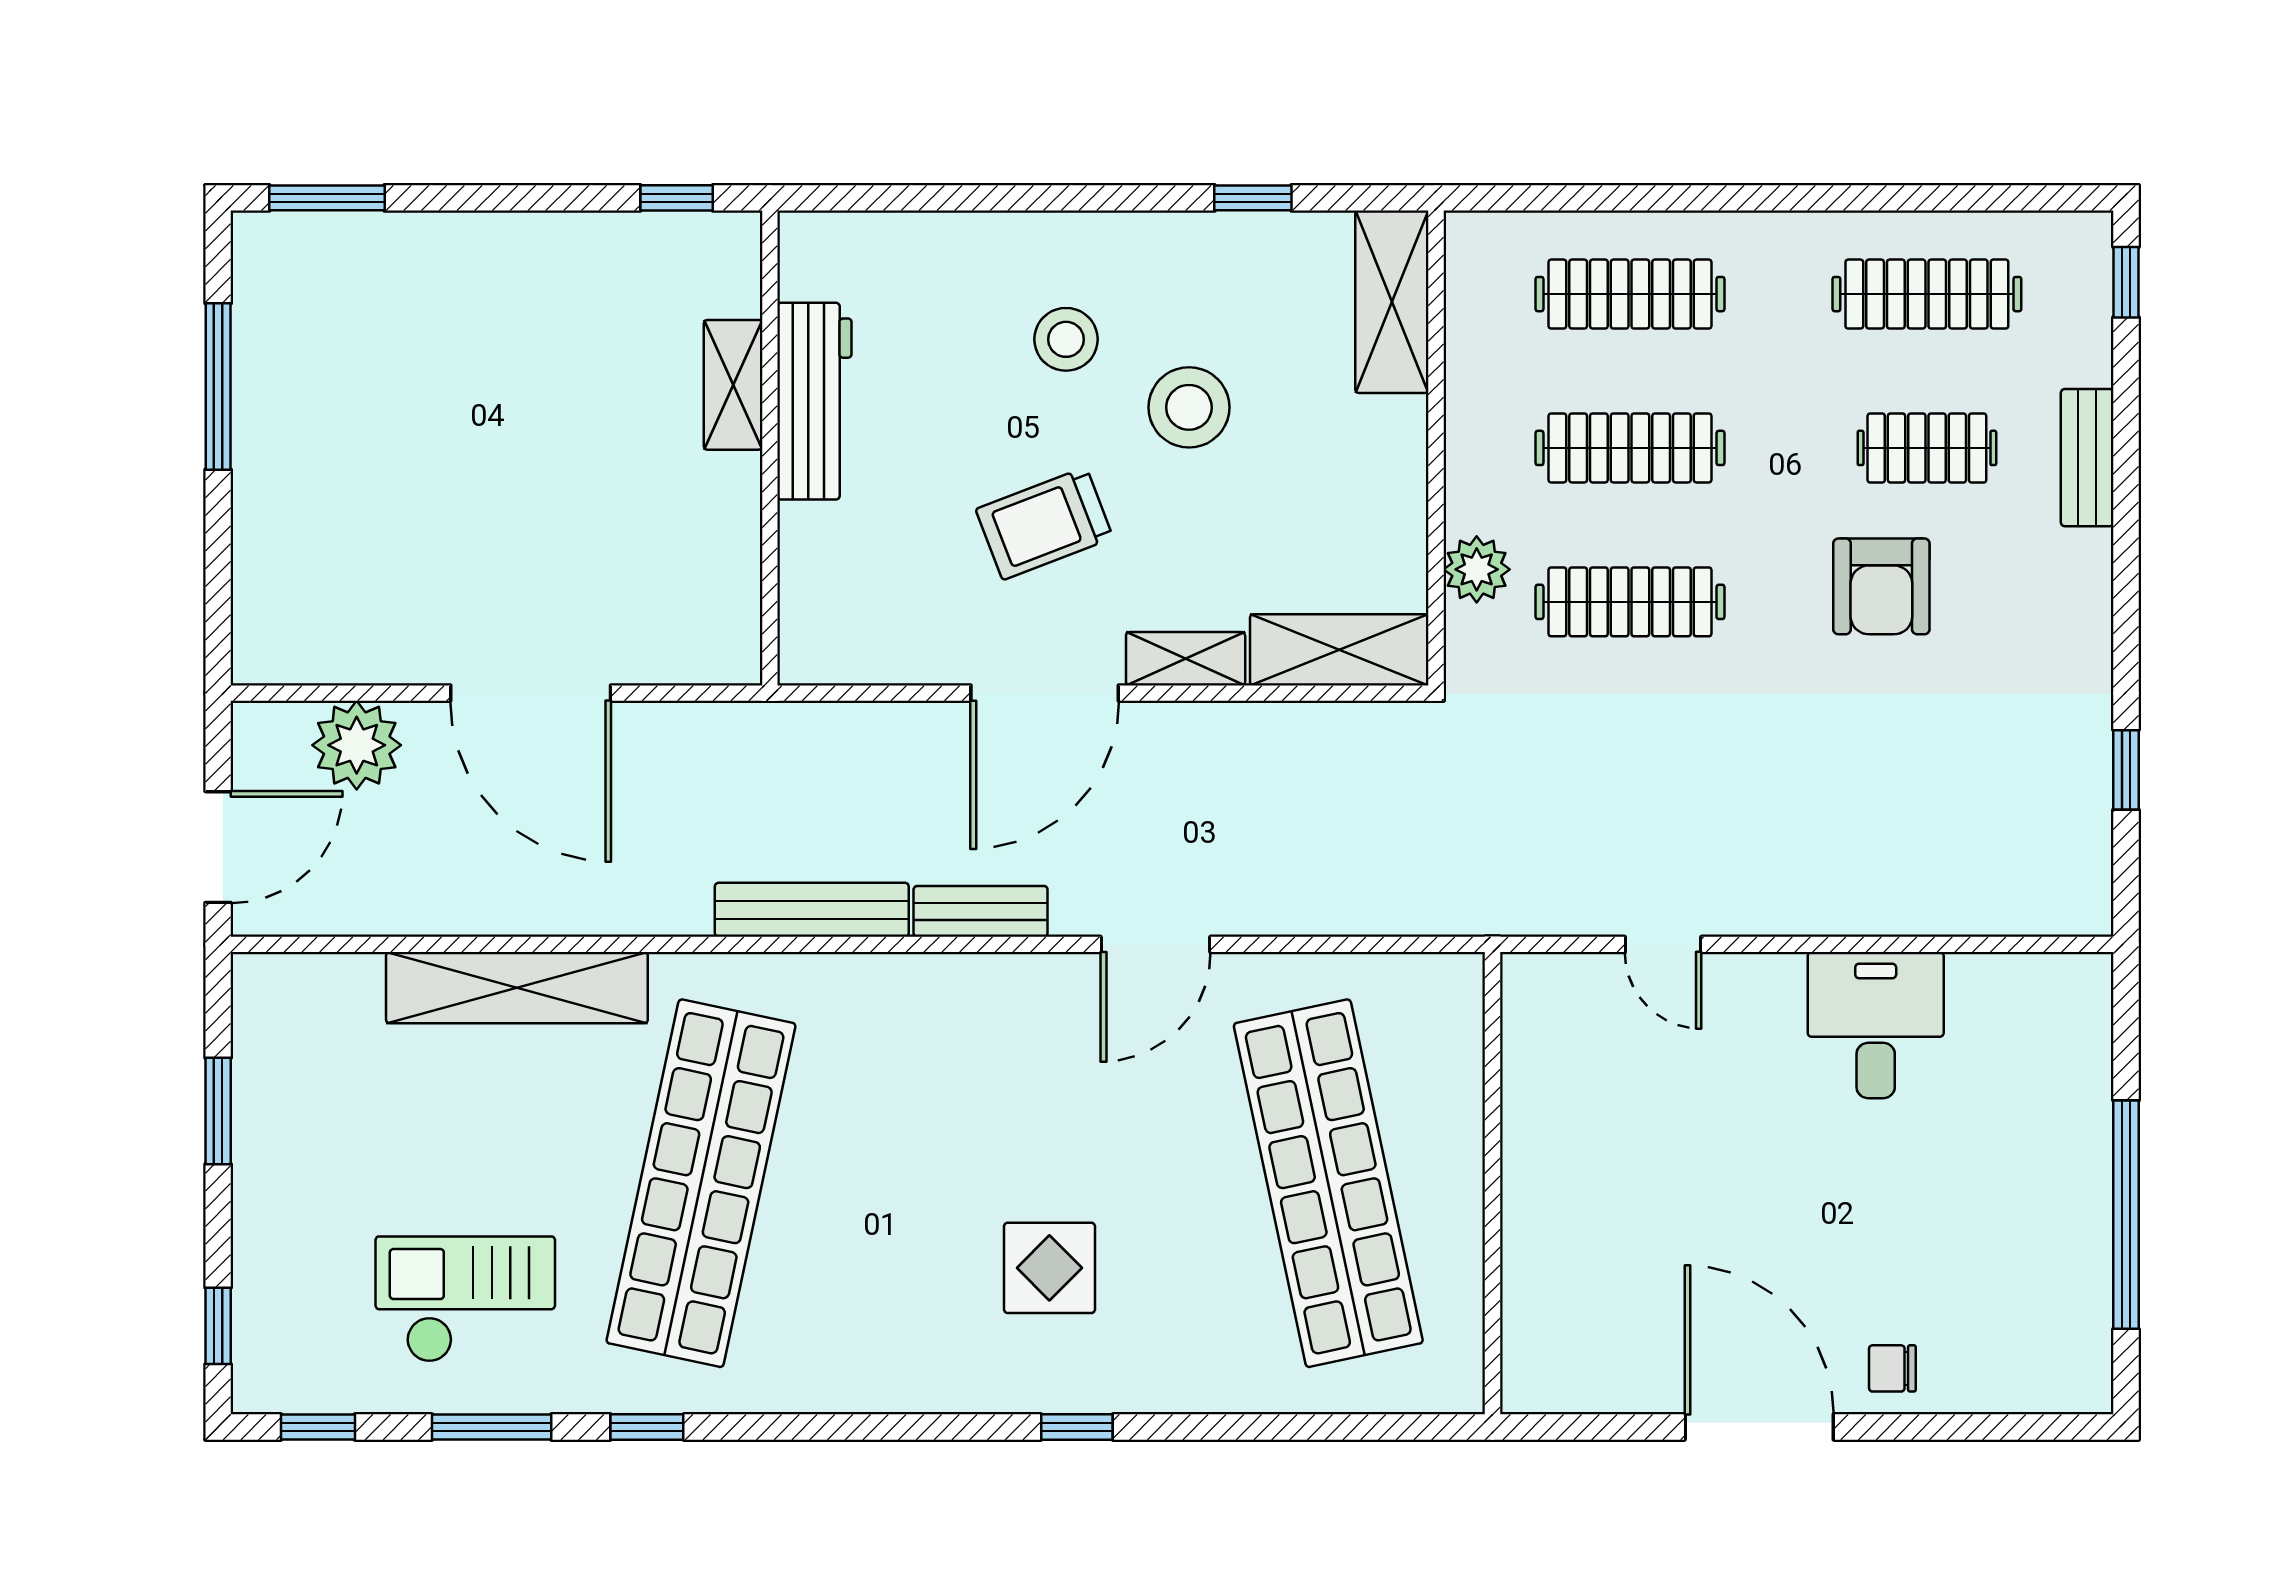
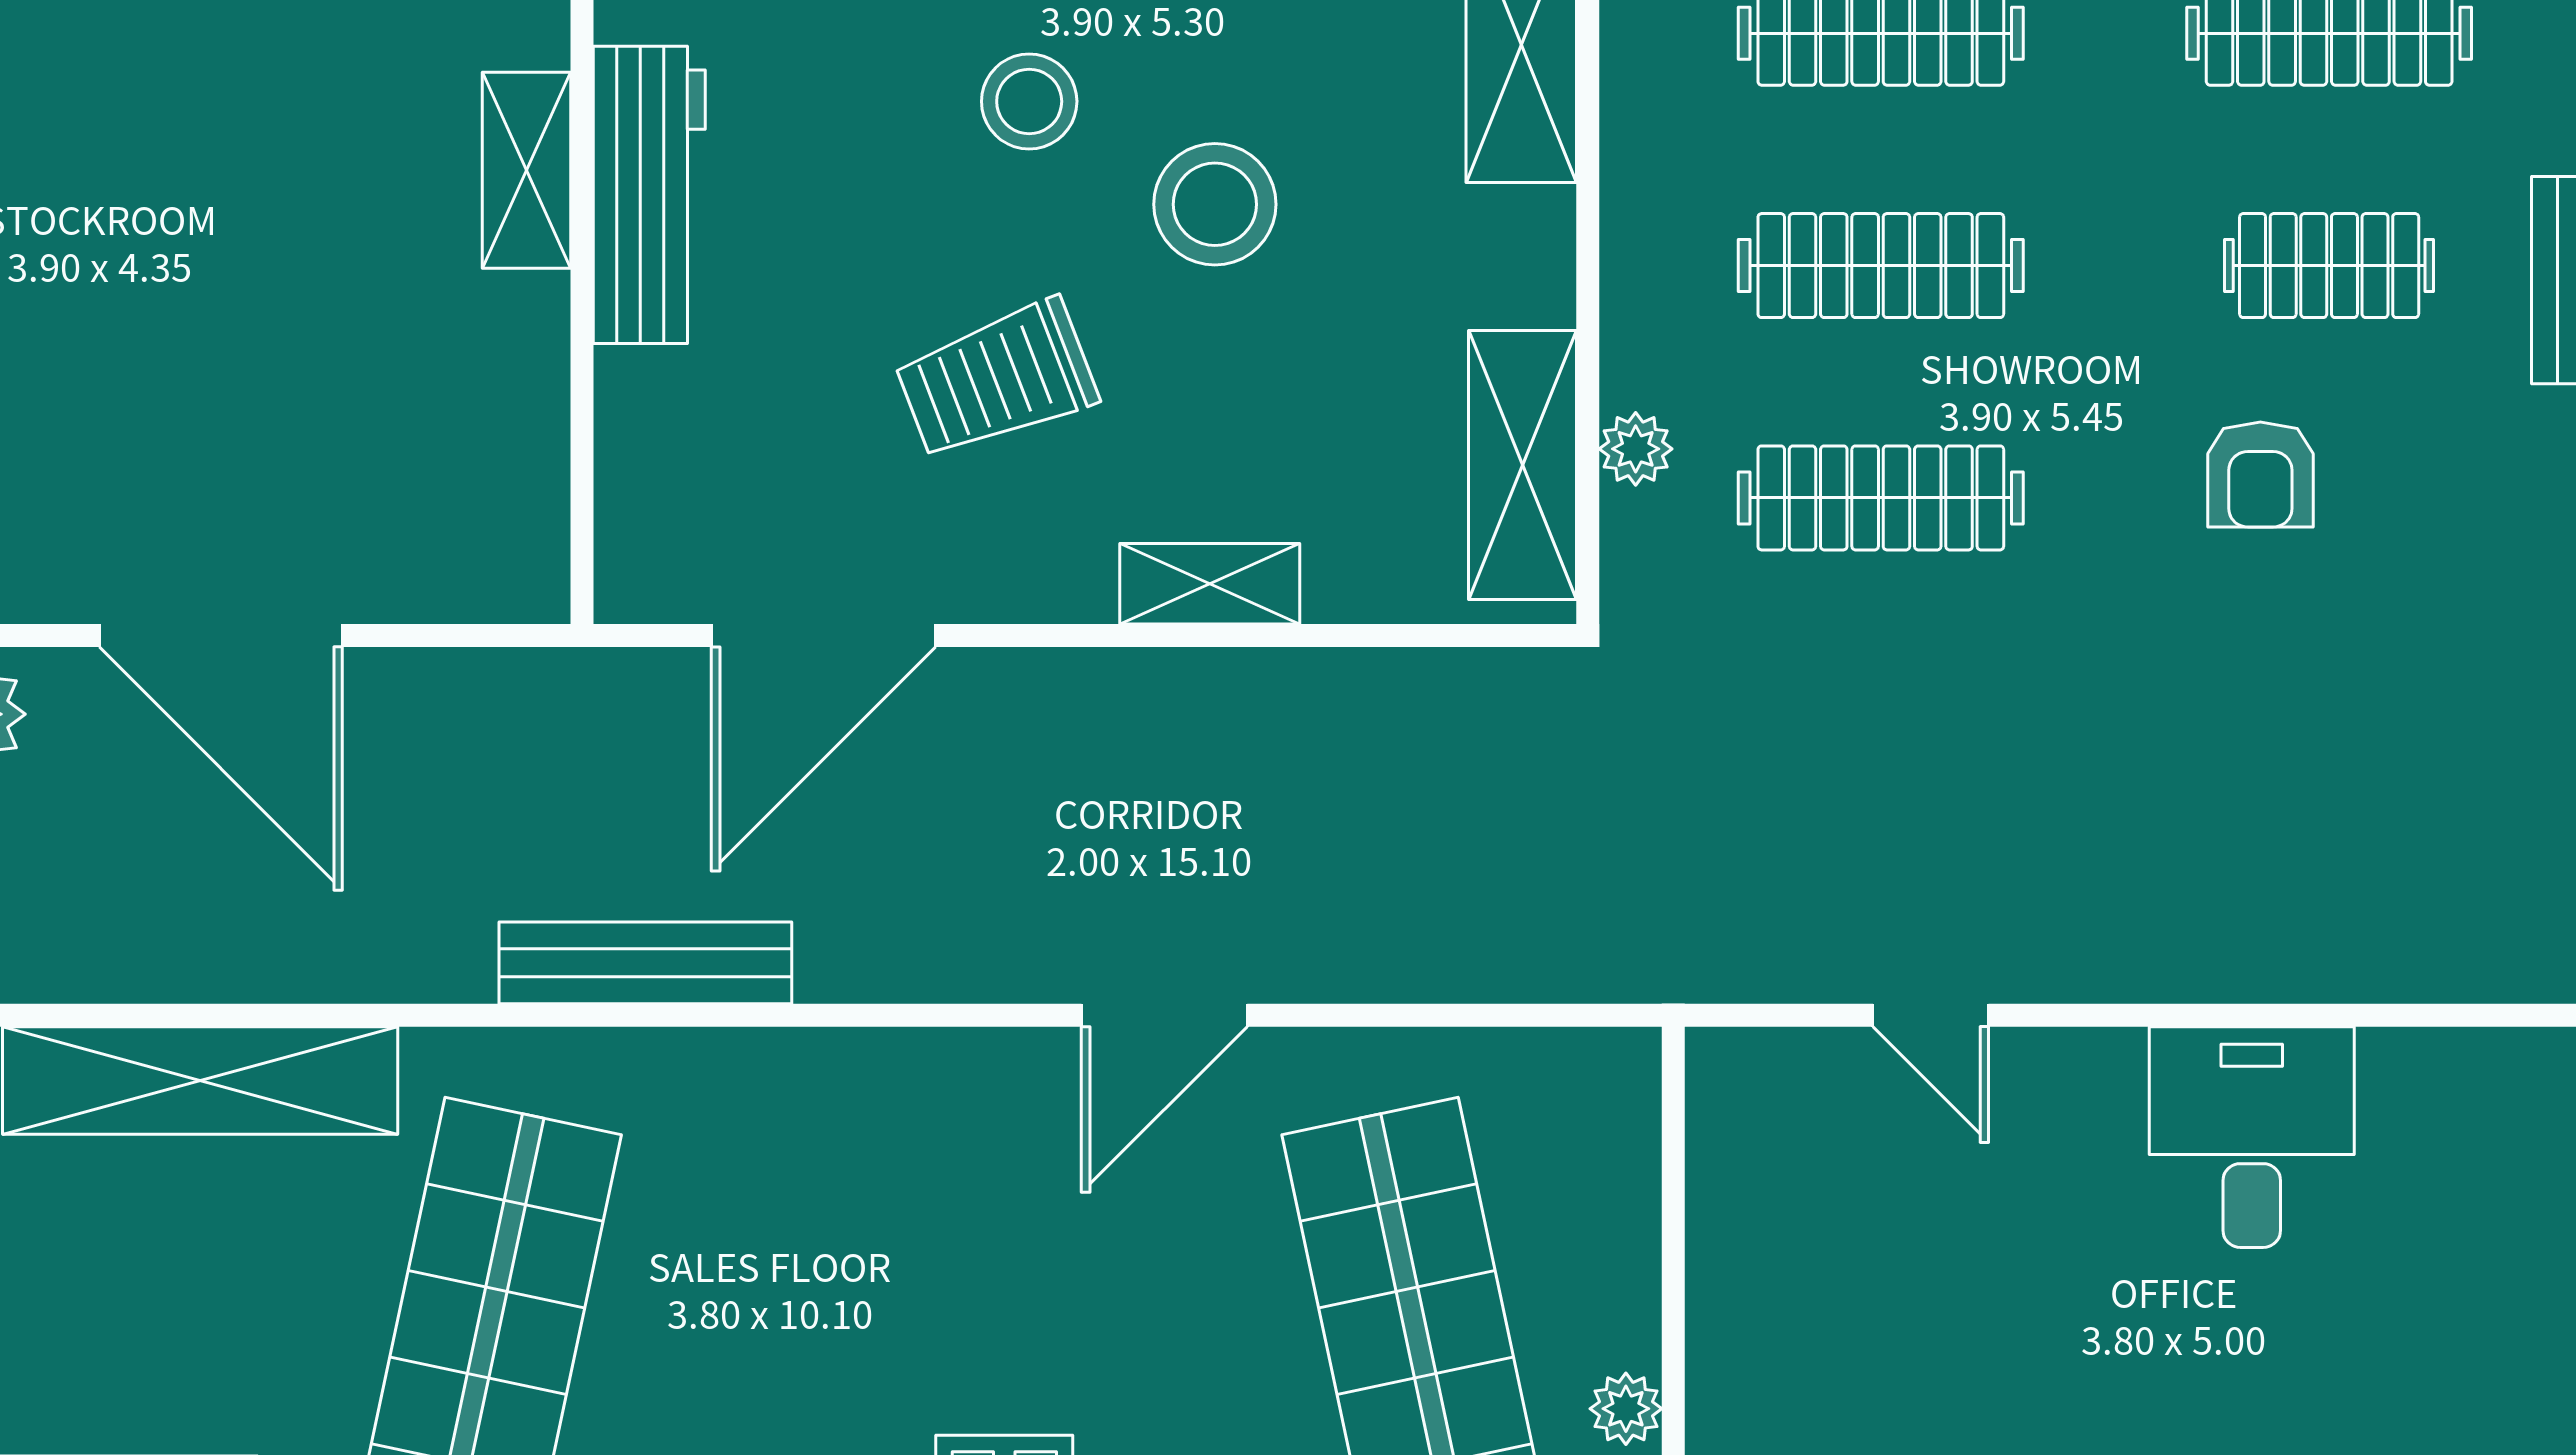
plant: (1477, 569) -> (1636, 449), width x0.73, depth x0.73
armchair: (1881, 586) -> (2260, 475), width x0.72, depth x0.72
shelving: (1339, 650) -> (1523, 465), moved, turned 90
door: (1045, 693) -> (824, 636), moved
bench: (981, 911) -> (900, 965), removed
plant: (1461, 1205) -> (1626, 1409), added

